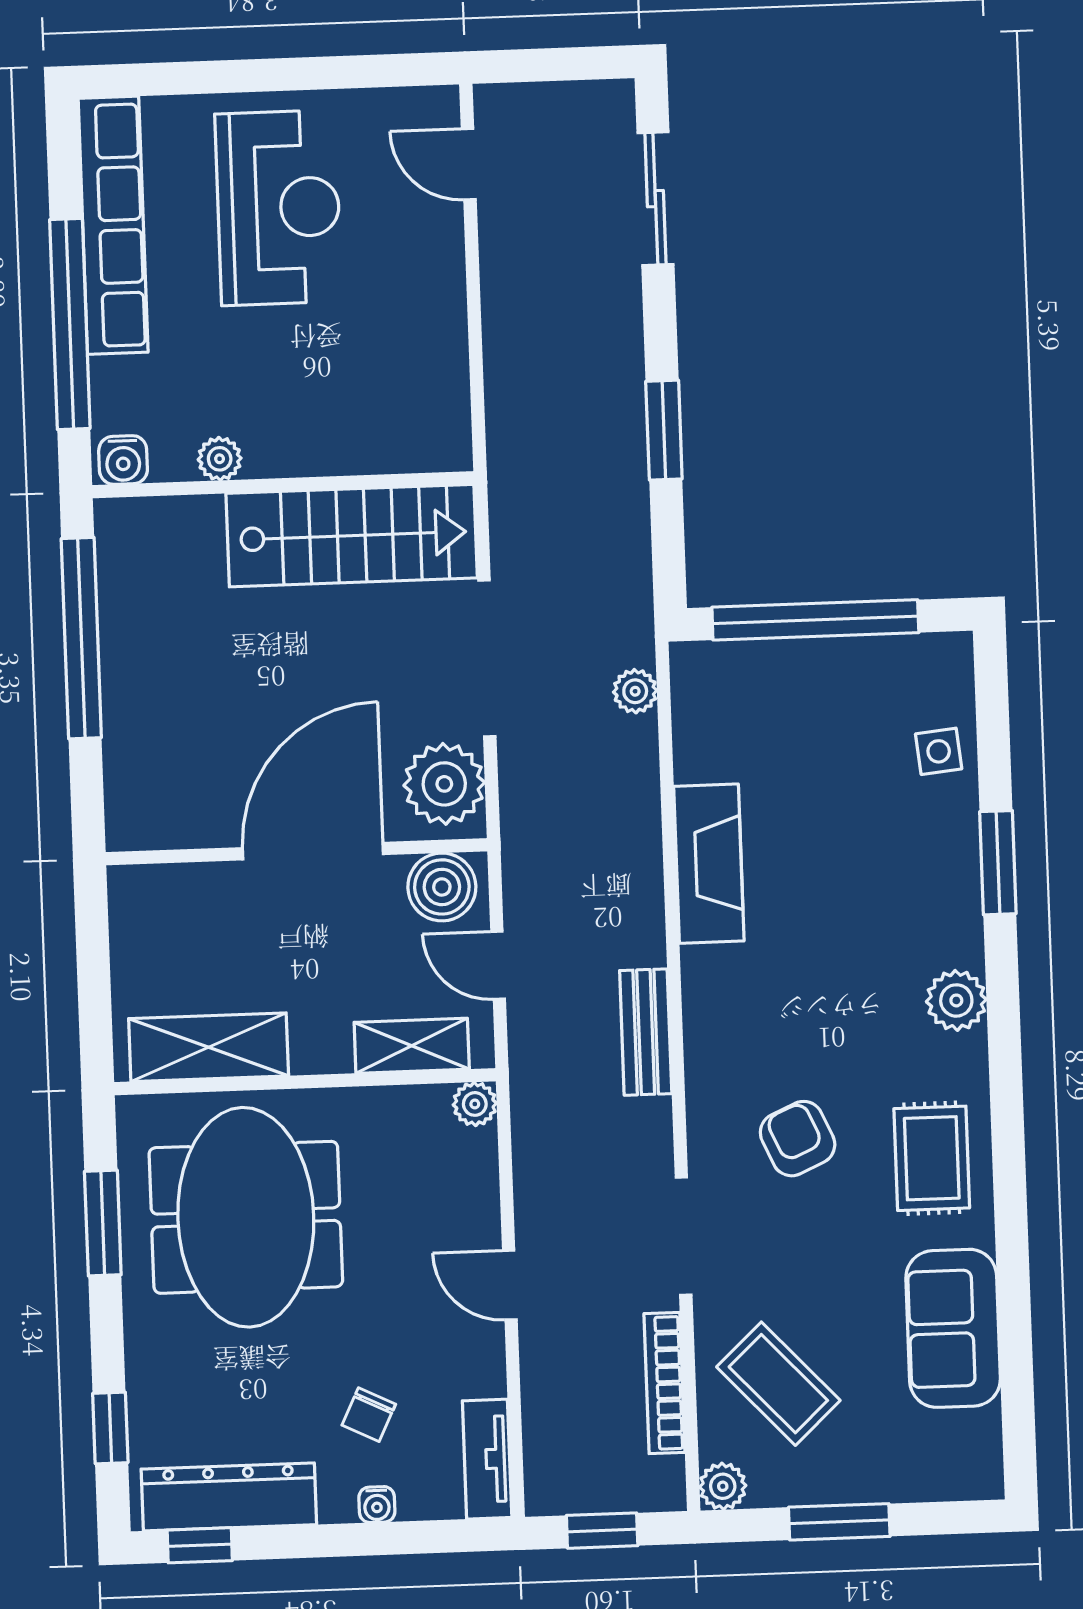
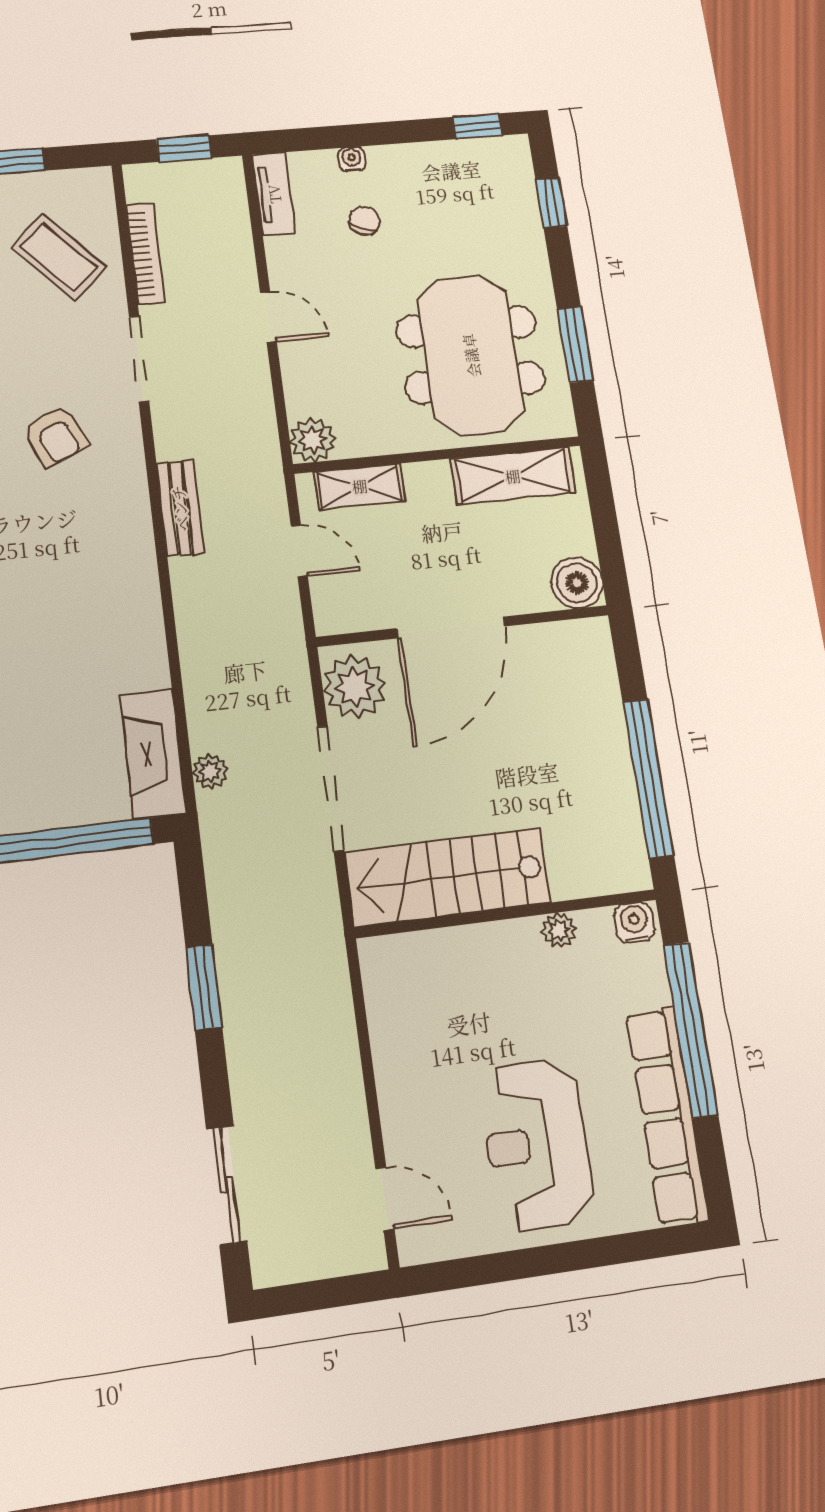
fireplace: (709, 864) -> (153, 754), moved
boiler: (442, 887) -> (577, 583), moved
plant: (475, 1104) -> (313, 440), width x1.38, depth x1.38
plant: (723, 1486) -> (96, 183), removed
dresser: (229, 1497) -> (460, 160), removed

